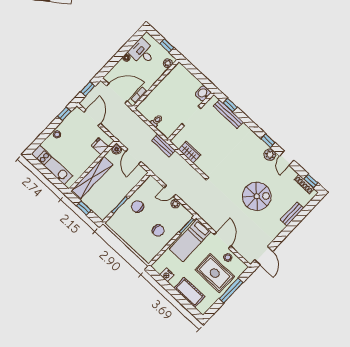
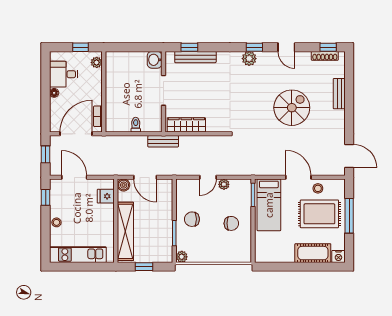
wardrobe: (190, 152) -> (186, 125), width x1.50
plant: (270, 155) -> (249, 59), moved
plant: (111, 223) -> (182, 257), added
nightstand: (167, 275) -> (338, 256), moved

